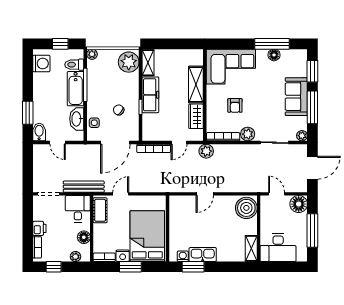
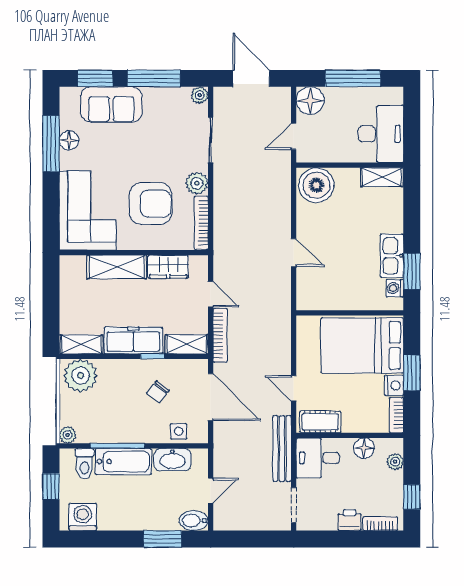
sofa: (296, 97) -> (111, 104), moved
armchair: (235, 105) -> (151, 204), width x1.88, depth x1.88
shelving: (148, 128) -> (187, 344), added
plant: (206, 151) -> (225, 250), removed

